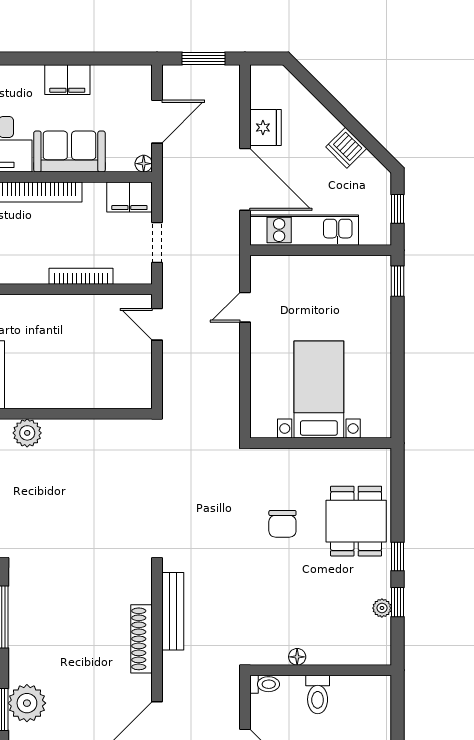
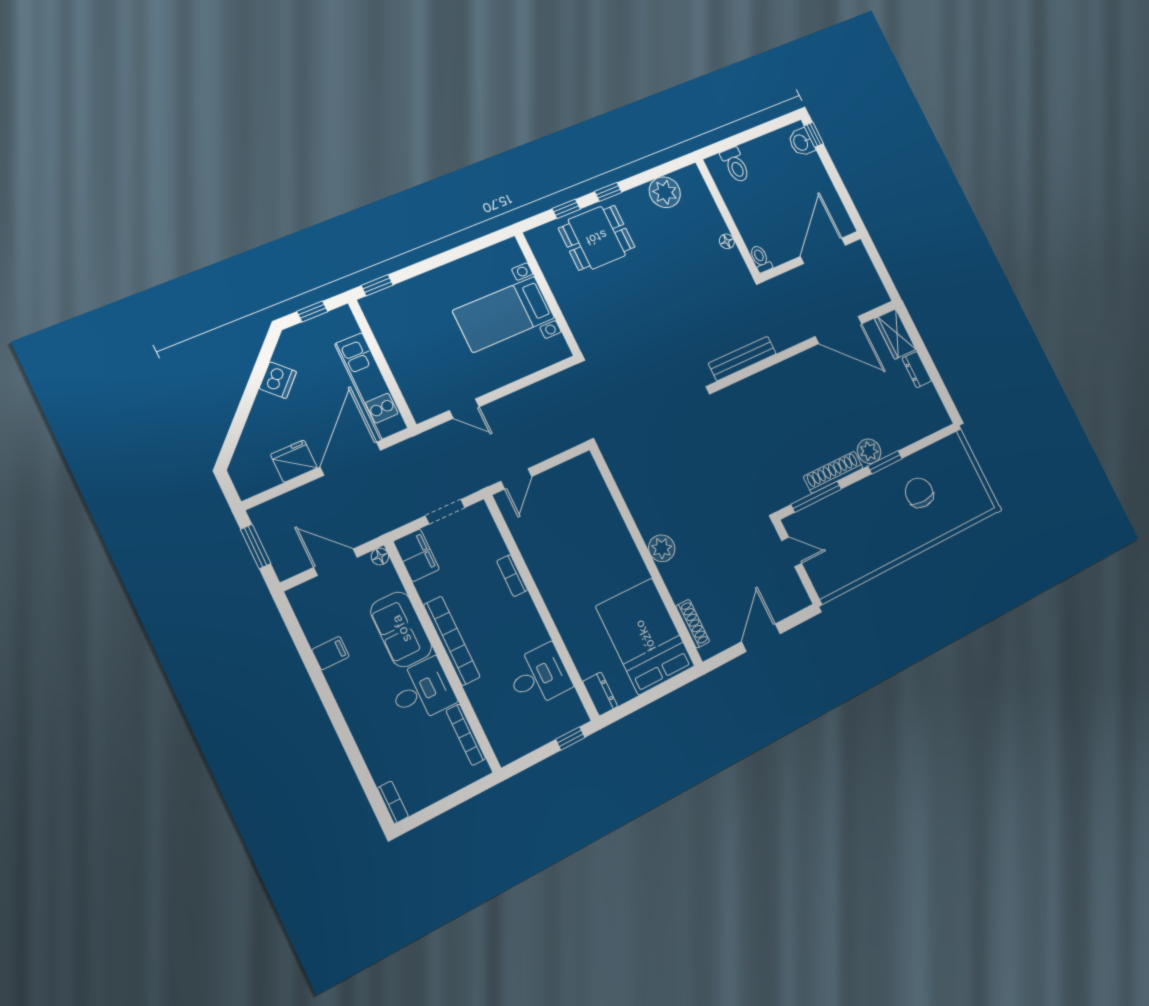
filing cabinet: (67, 80) -> (331, 653), width x0.50
bookcase: (81, 276) -> (512, 576), width x0.64
chair: (282, 524) -> (629, 298), removed
window: (397, 602) -> (566, 209), moved
plant: (382, 608) -> (665, 192), width x1.87, depth x1.87
shoe rack: (142, 639) -> (833, 472), moved, turned 180
toilet: (318, 694) -> (735, 165), moved, turned 90
plant: (27, 703) -> (869, 451), width x0.73, depth x0.73

